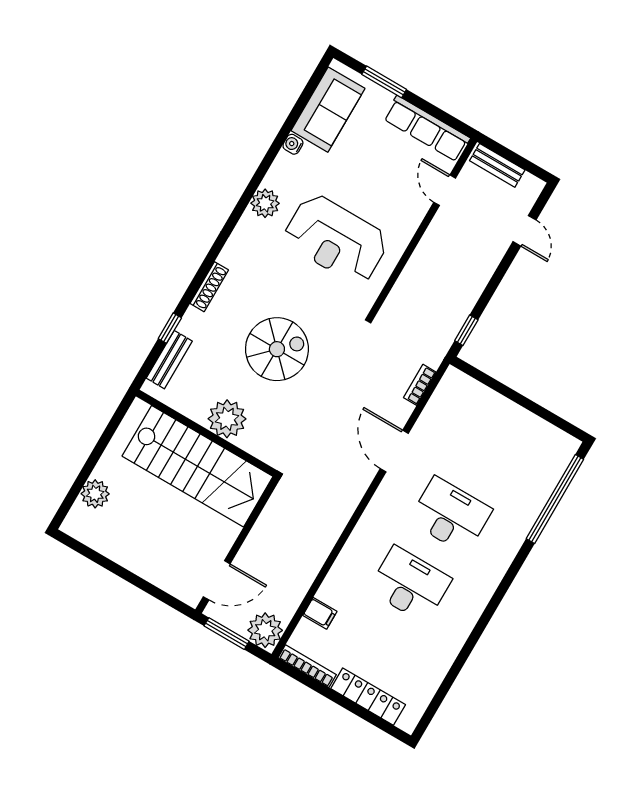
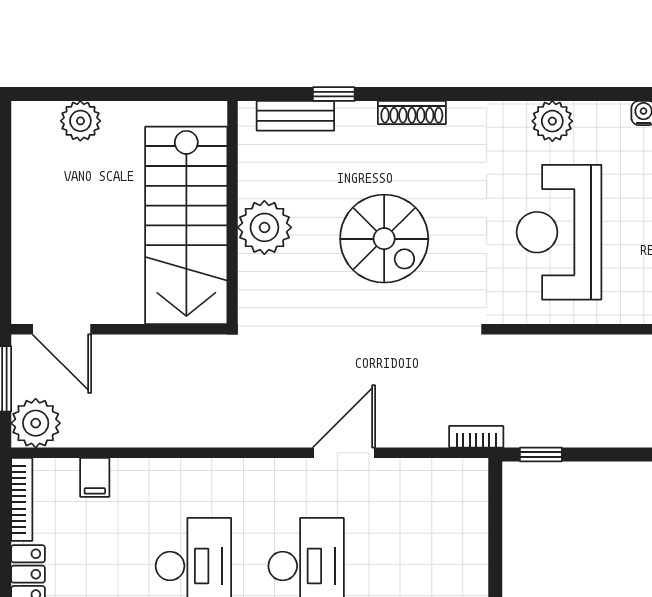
bookcase: (420, 385) -> (476, 437), moved

